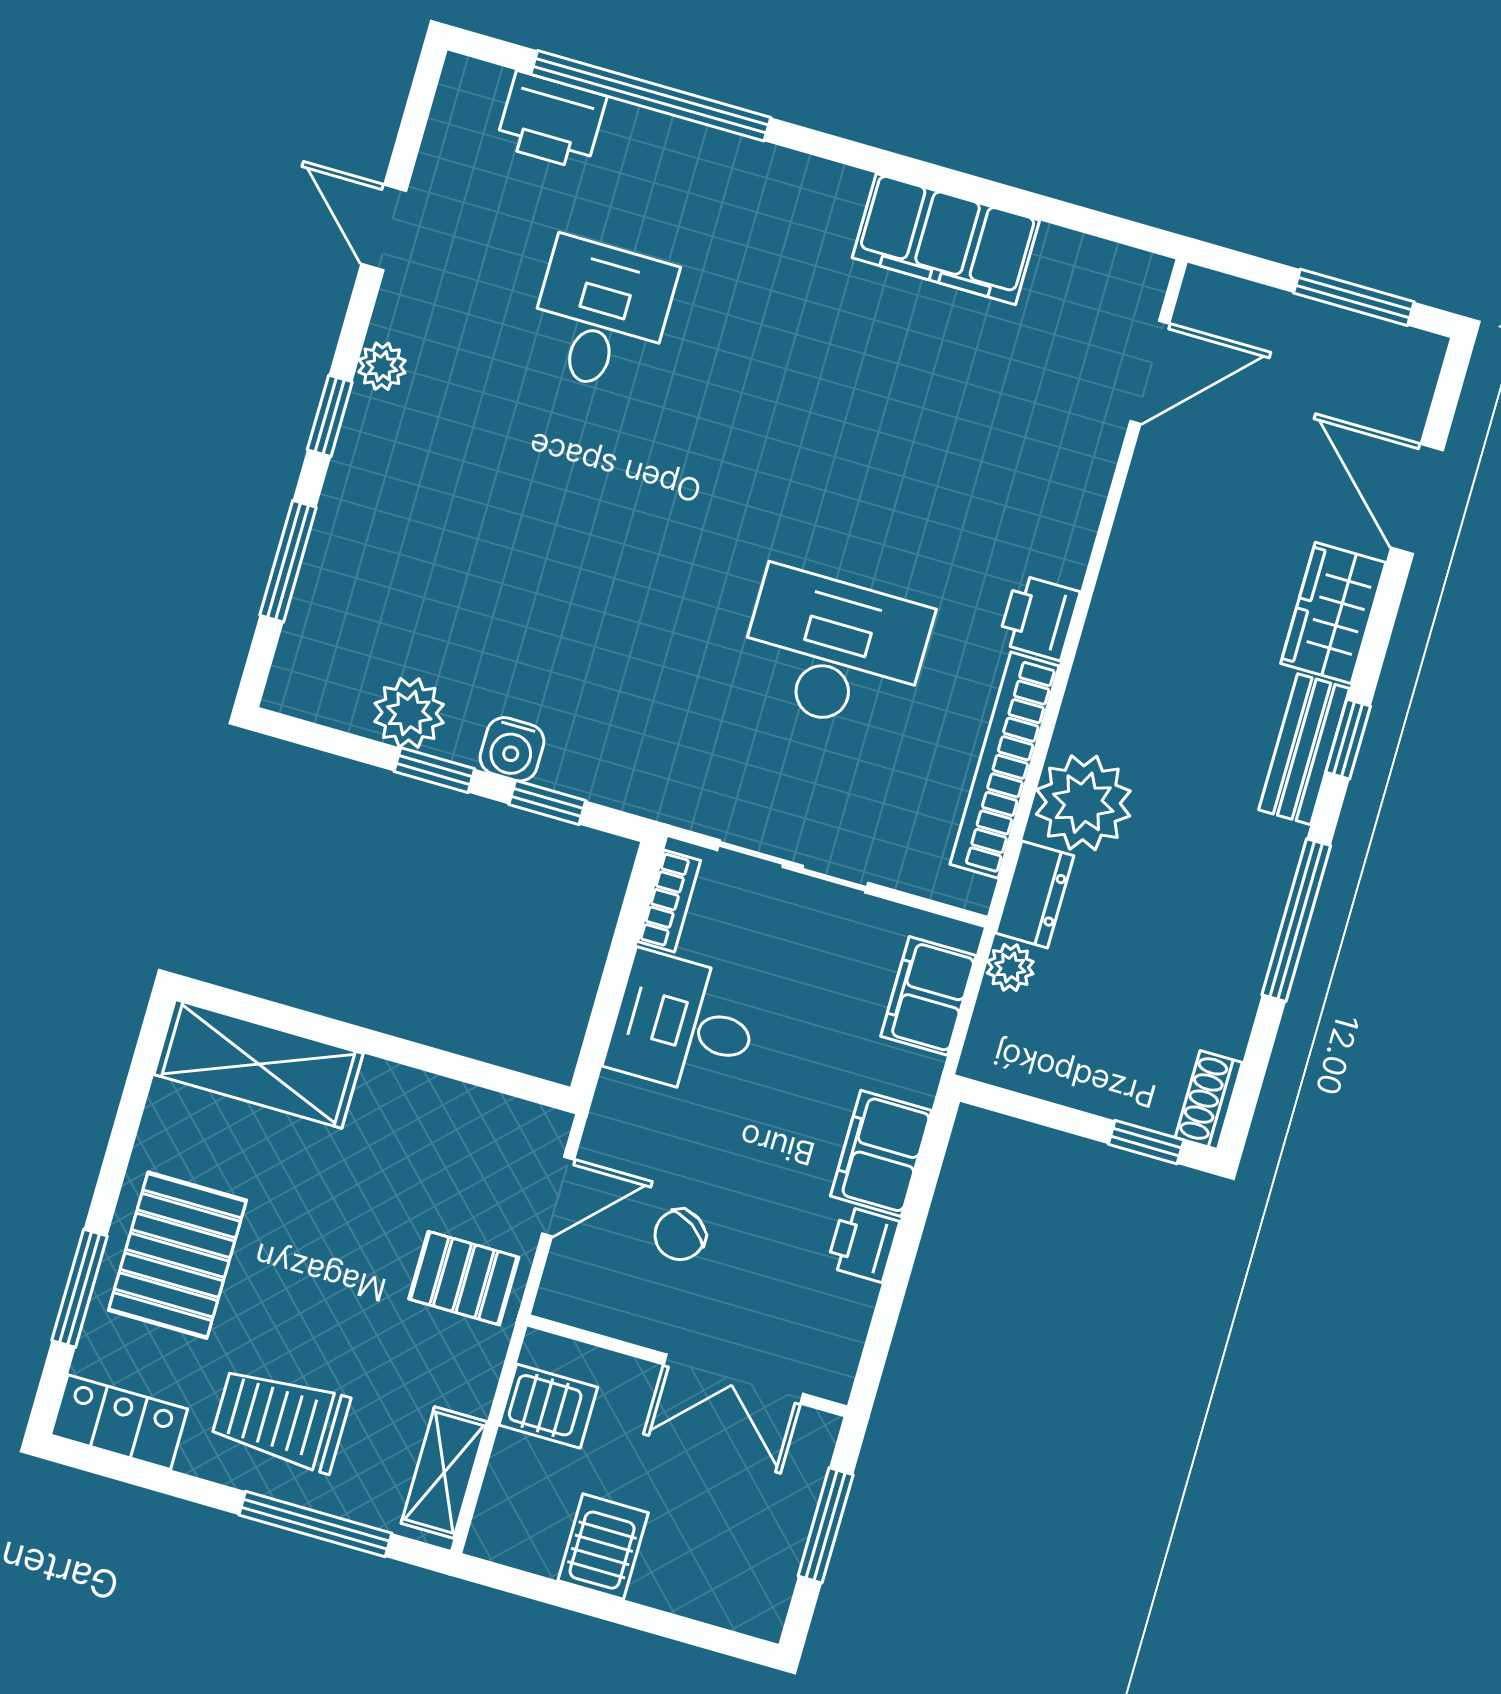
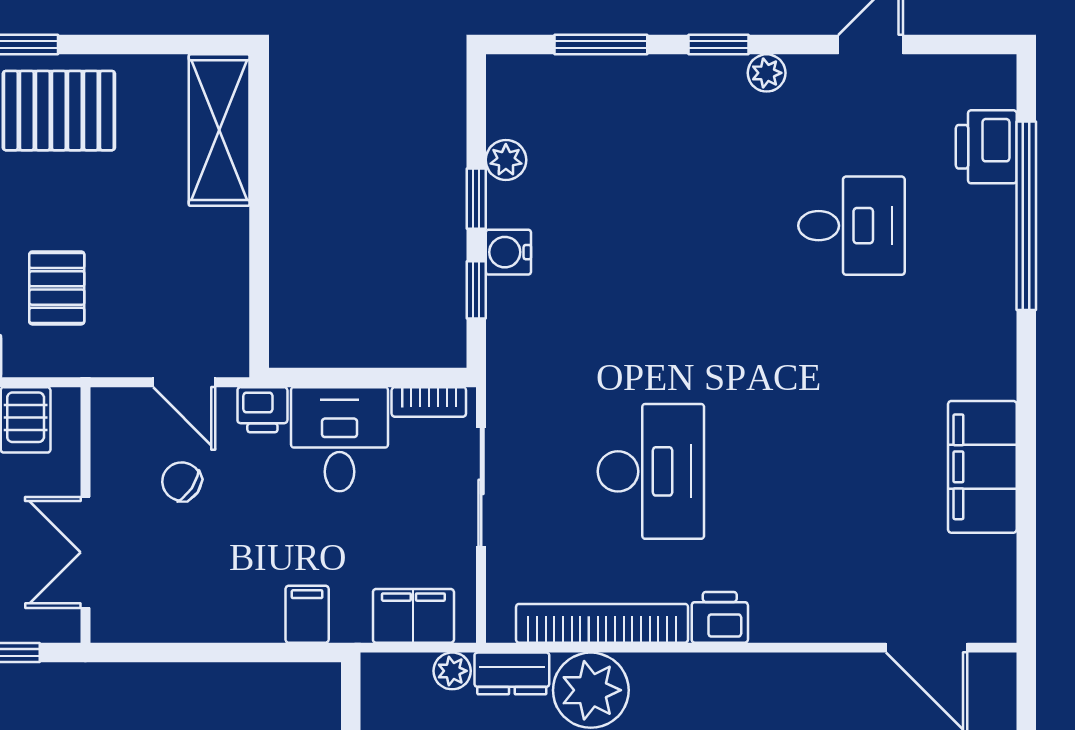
plant: (409, 713) -> (506, 160), width x0.73, depth x0.73
filing cabinet: (881, 1153) -> (307, 614), width x0.50
printer: (863, 1244) -> (262, 410), moved, turned 180
pallet: (464, 1278) -> (57, 288), moved

